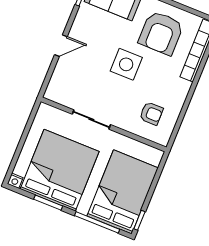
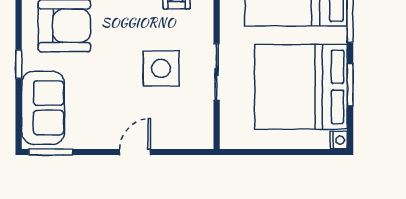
door: (61, 46) -> (135, 152), hinge flipped
side table: (126, 64) -> (161, 68), moved

